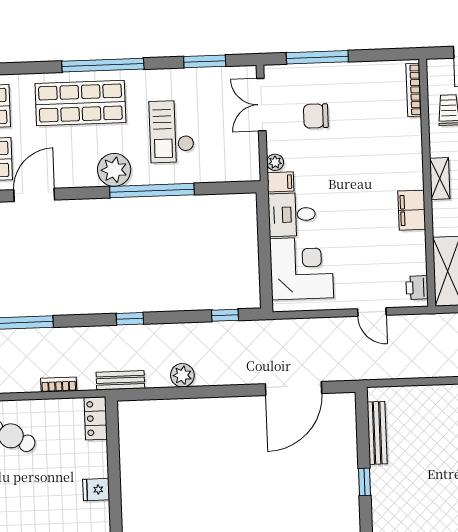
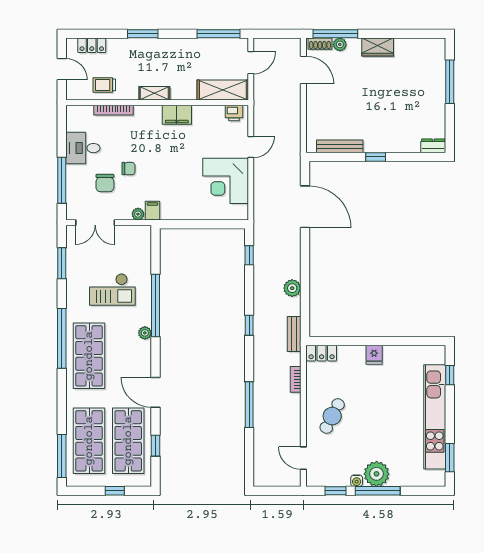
bookcase: (414, 90) -> (114, 110), moved
chair: (336, 147) -> (128, 169), added
plant: (114, 170) -> (145, 333), width x0.53, depth x0.53
desk: (292, 214) -> (83, 148), moved, turned 90
corner desk: (302, 268) -> (226, 181), moved, turned -90

